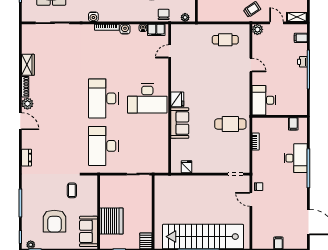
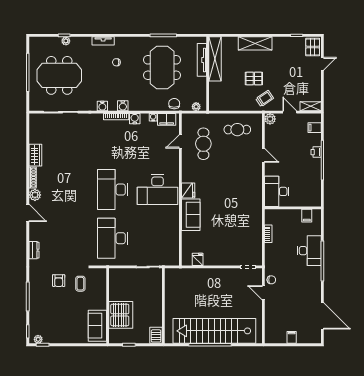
water cooler: (113, 17) -> (123, 106), added
cafe table: (230, 124) -> (203, 144), moved, turned 90
armchair: (54, 221) -> (59, 281), moved, width x0.53, depth x0.53

